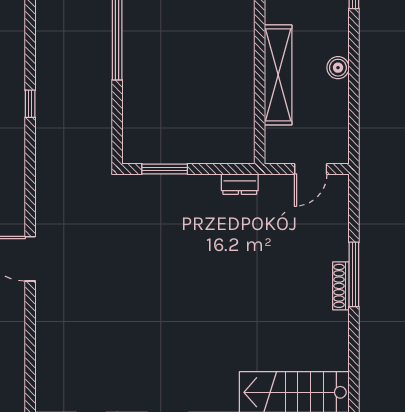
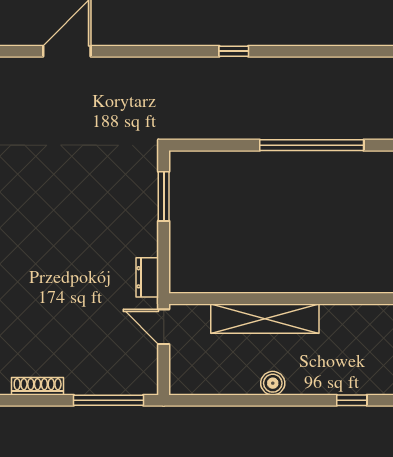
door: (311, 169) -> (164, 327), moved
window: (354, 274) -> (109, 400), moved

